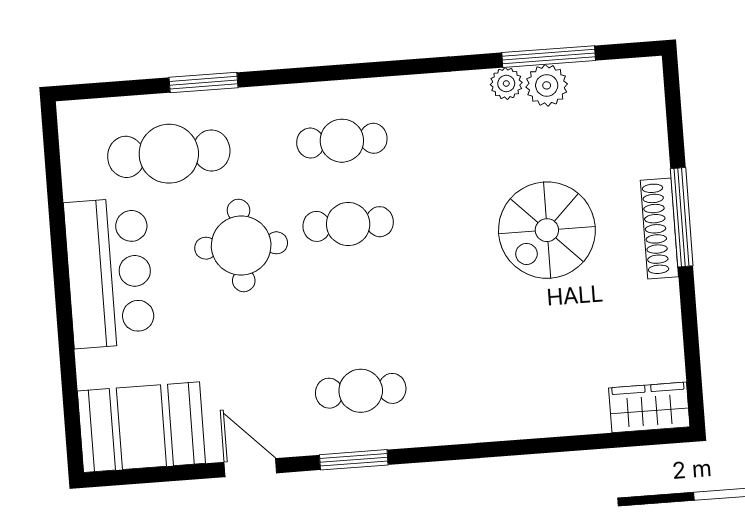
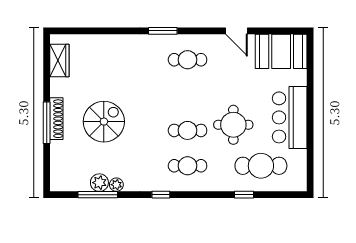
window: (400, 68) -> (161, 195), added
window: (204, 83) -> (244, 195), width x0.67
wardrobe: (649, 407) -> (59, 61), moved, turned -90
window: (354, 460) -> (163, 31), moved

